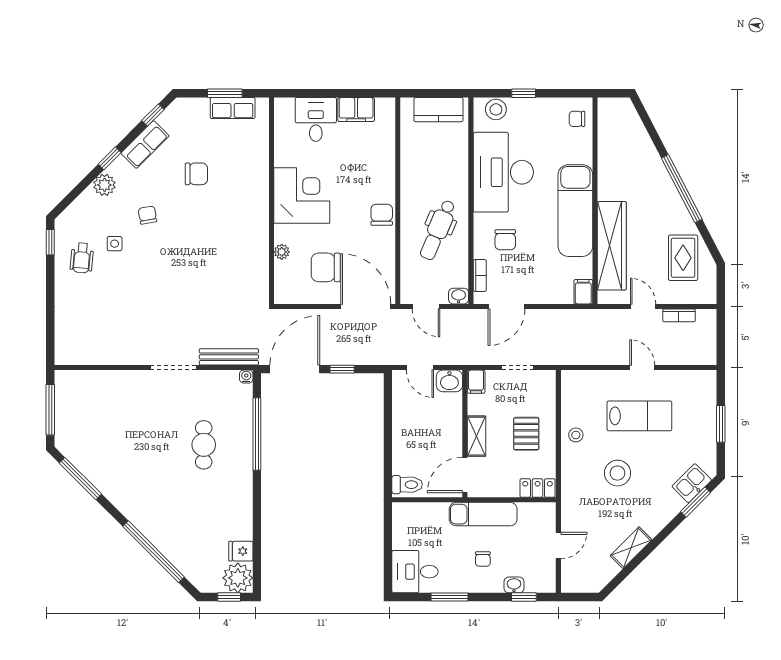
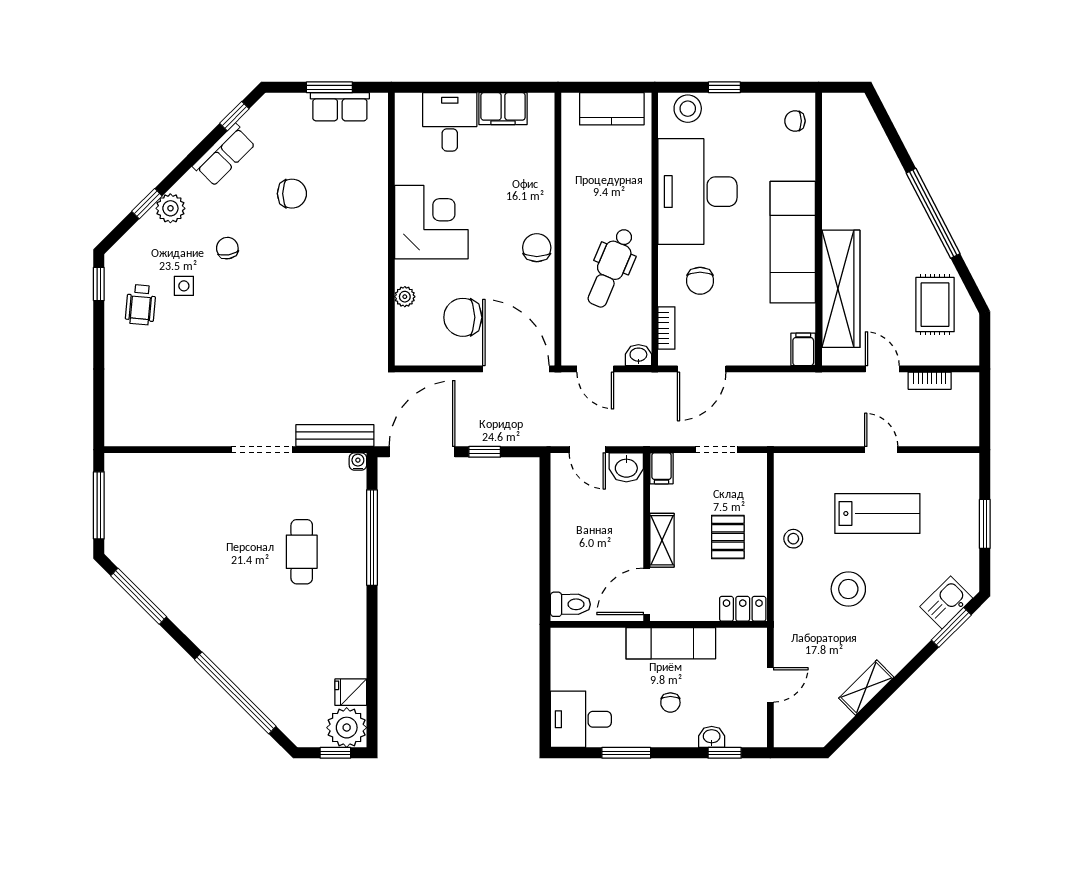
window: (110, 158) -> (147, 204), moved

